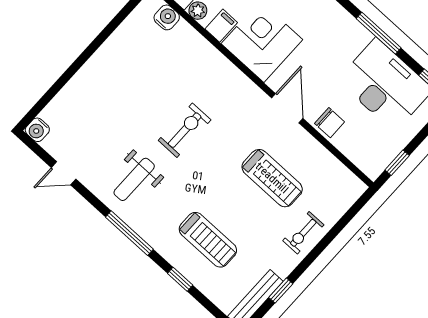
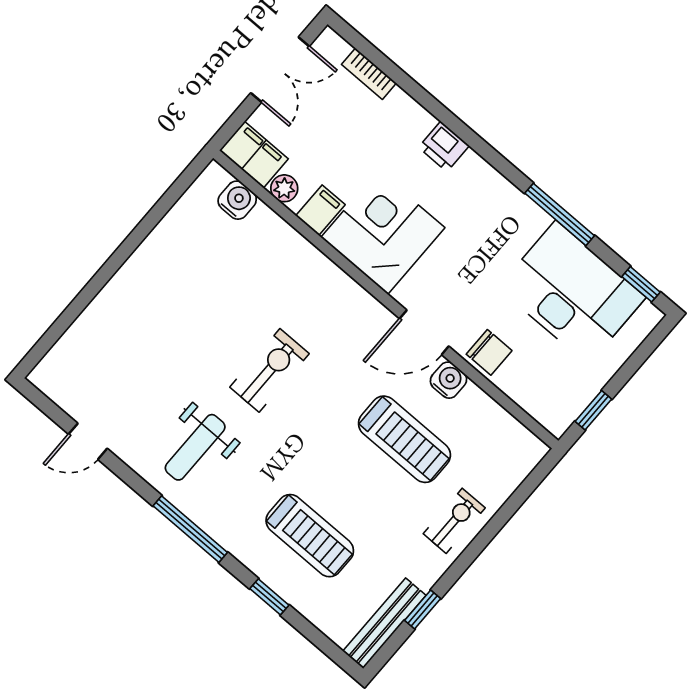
door: (287, 108) -> (424, 332), swing flipped
water cooler: (37, 130) -> (448, 380), moved, turned 180
exercise bike: (303, 233) -> (454, 521), turned 180

